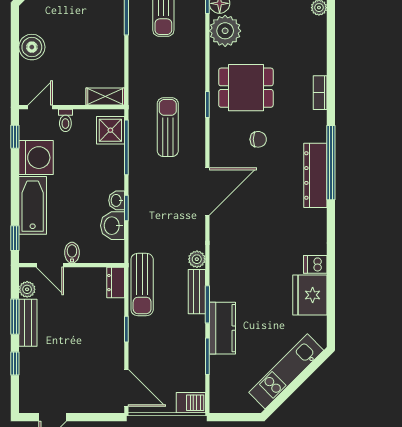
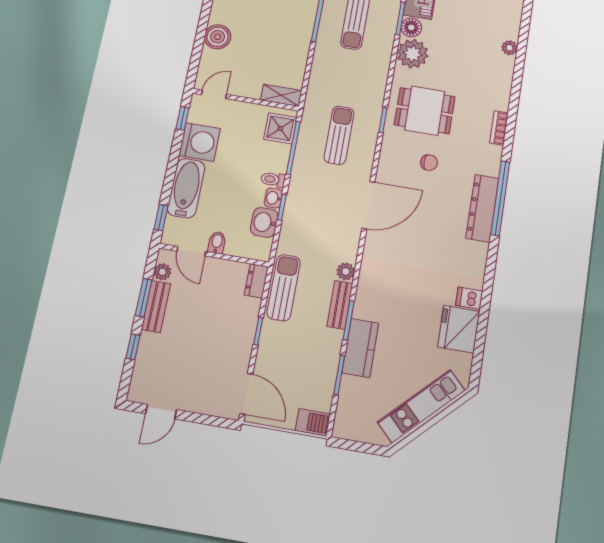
toilet: (65, 120) -> (273, 180), moved, turned 90
sun lounger: (142, 285) -> (284, 288), turned 180

